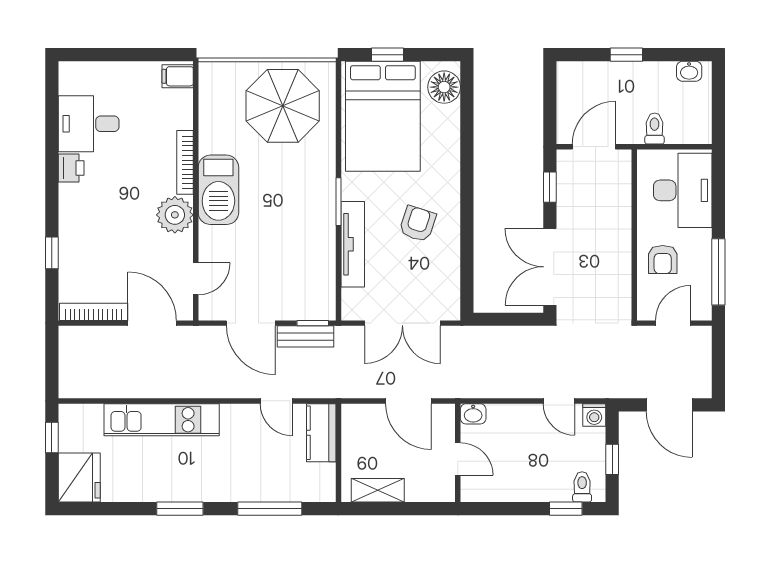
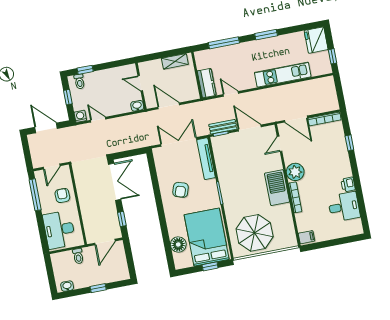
floor lamp: (444, 87) -> (178, 244), moved
tv unit: (353, 244) -> (206, 159), moved

